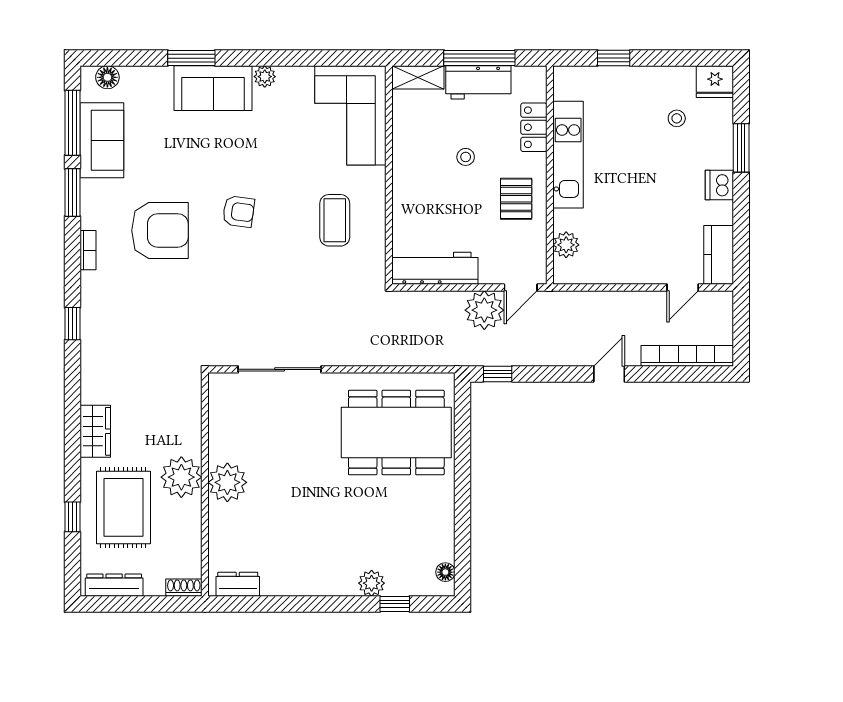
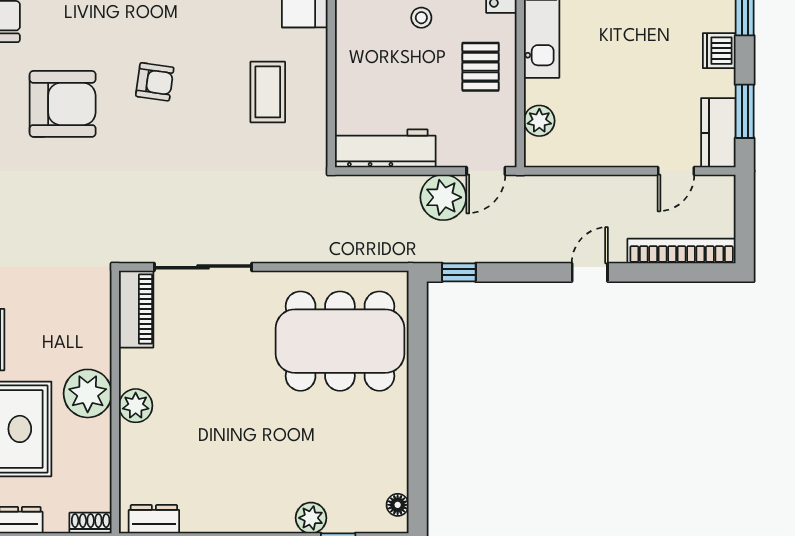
window: (741, 237) -> (745, 111), added
piano: (223, 405) -> (136, 309), added
plant: (227, 482) -> (136, 406), width x0.73, depth x0.73

